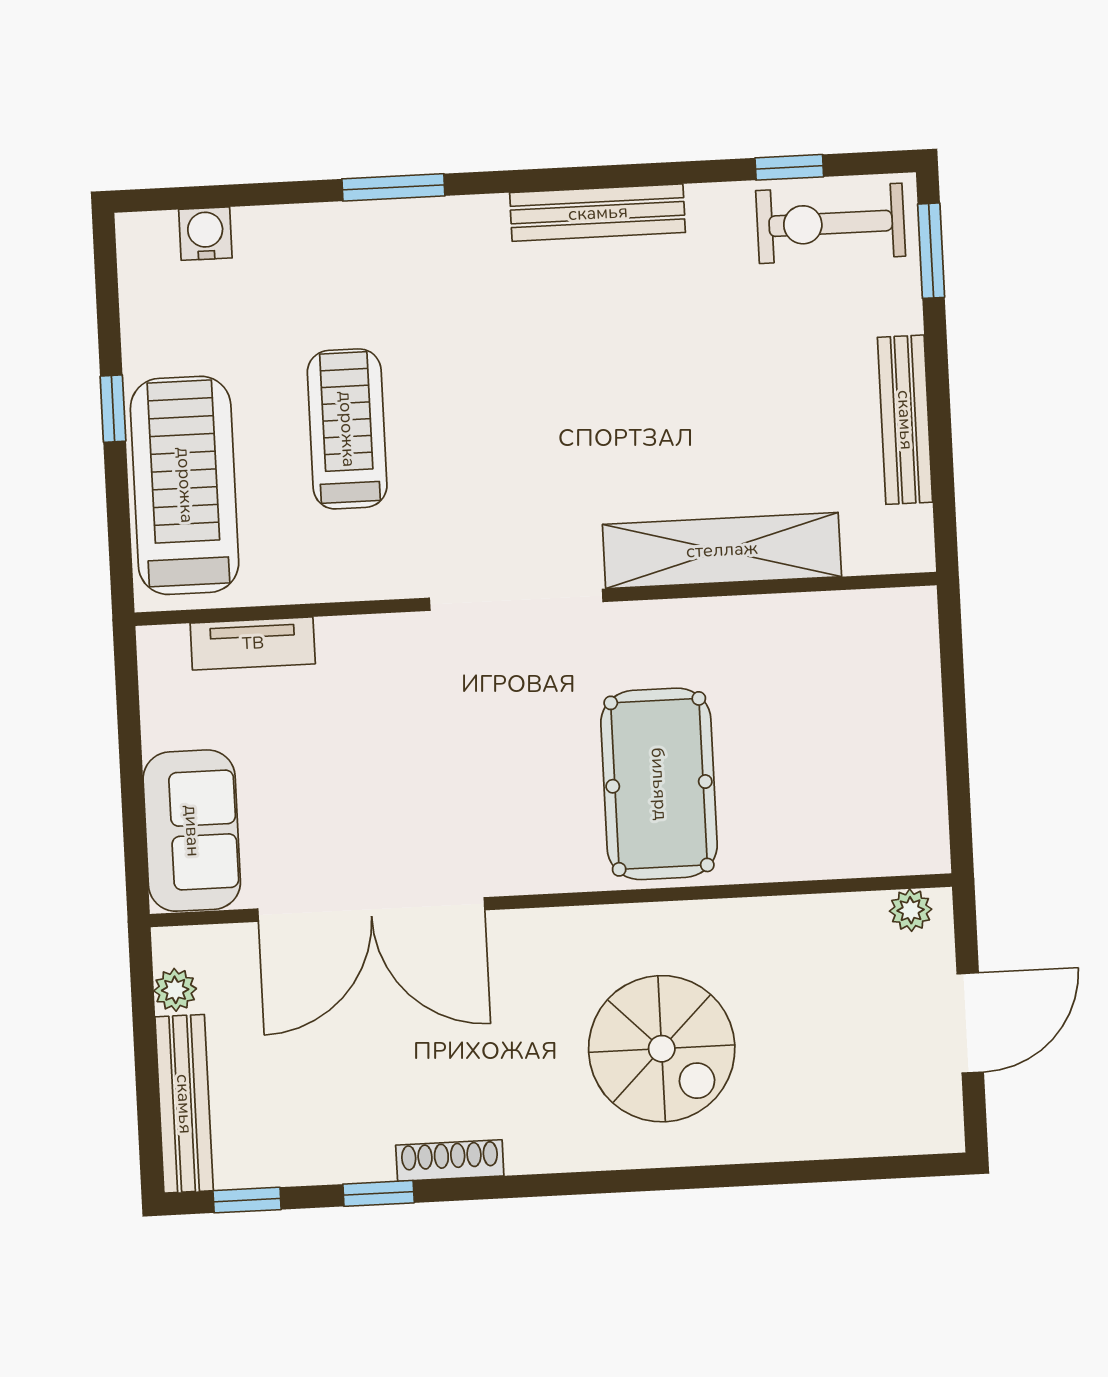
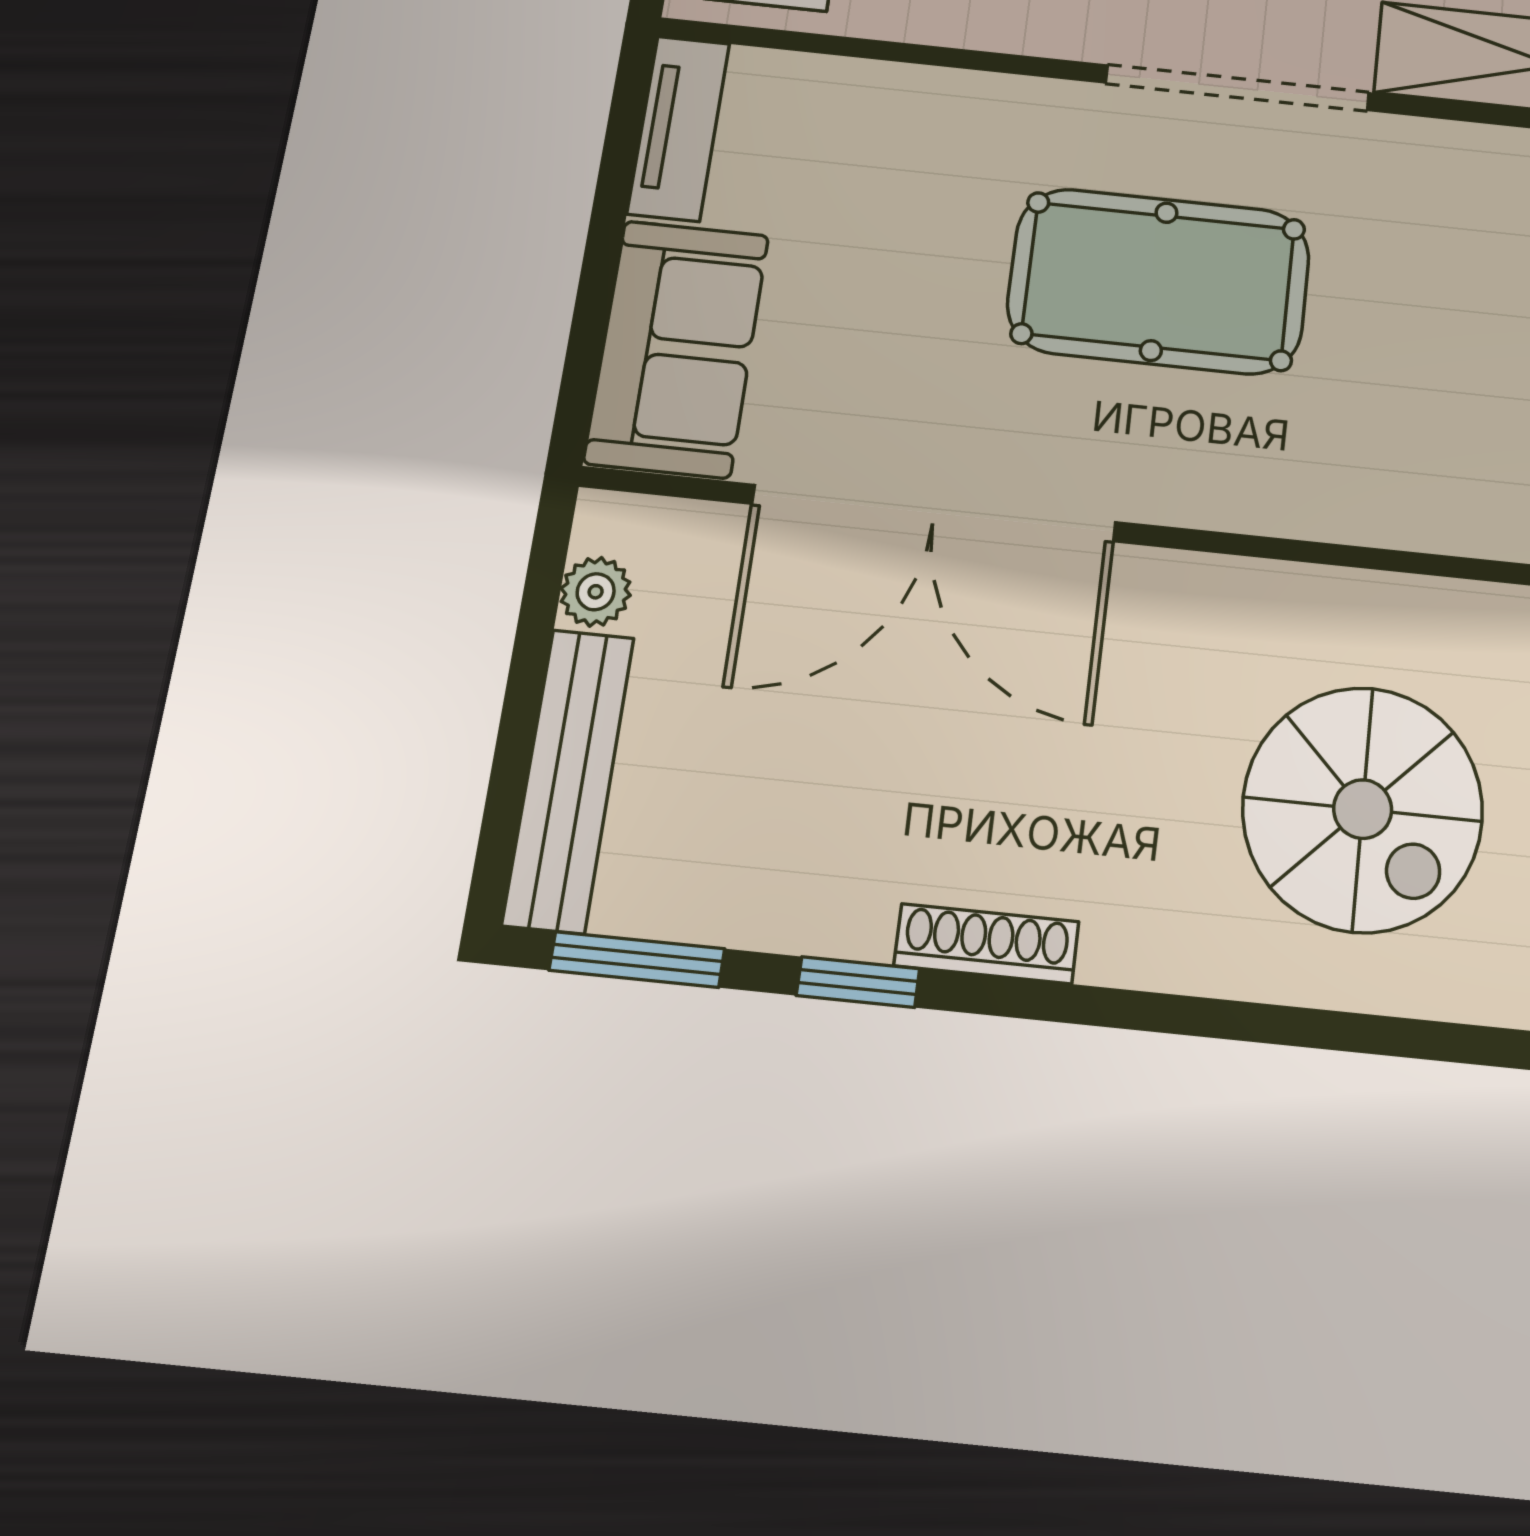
tv unit: (253, 643) -> (678, 128), moved, turned -90
pool table: (659, 784) -> (1159, 281), moved, turned 90
window: (247, 1200) -> (637, 960), width x1.50

